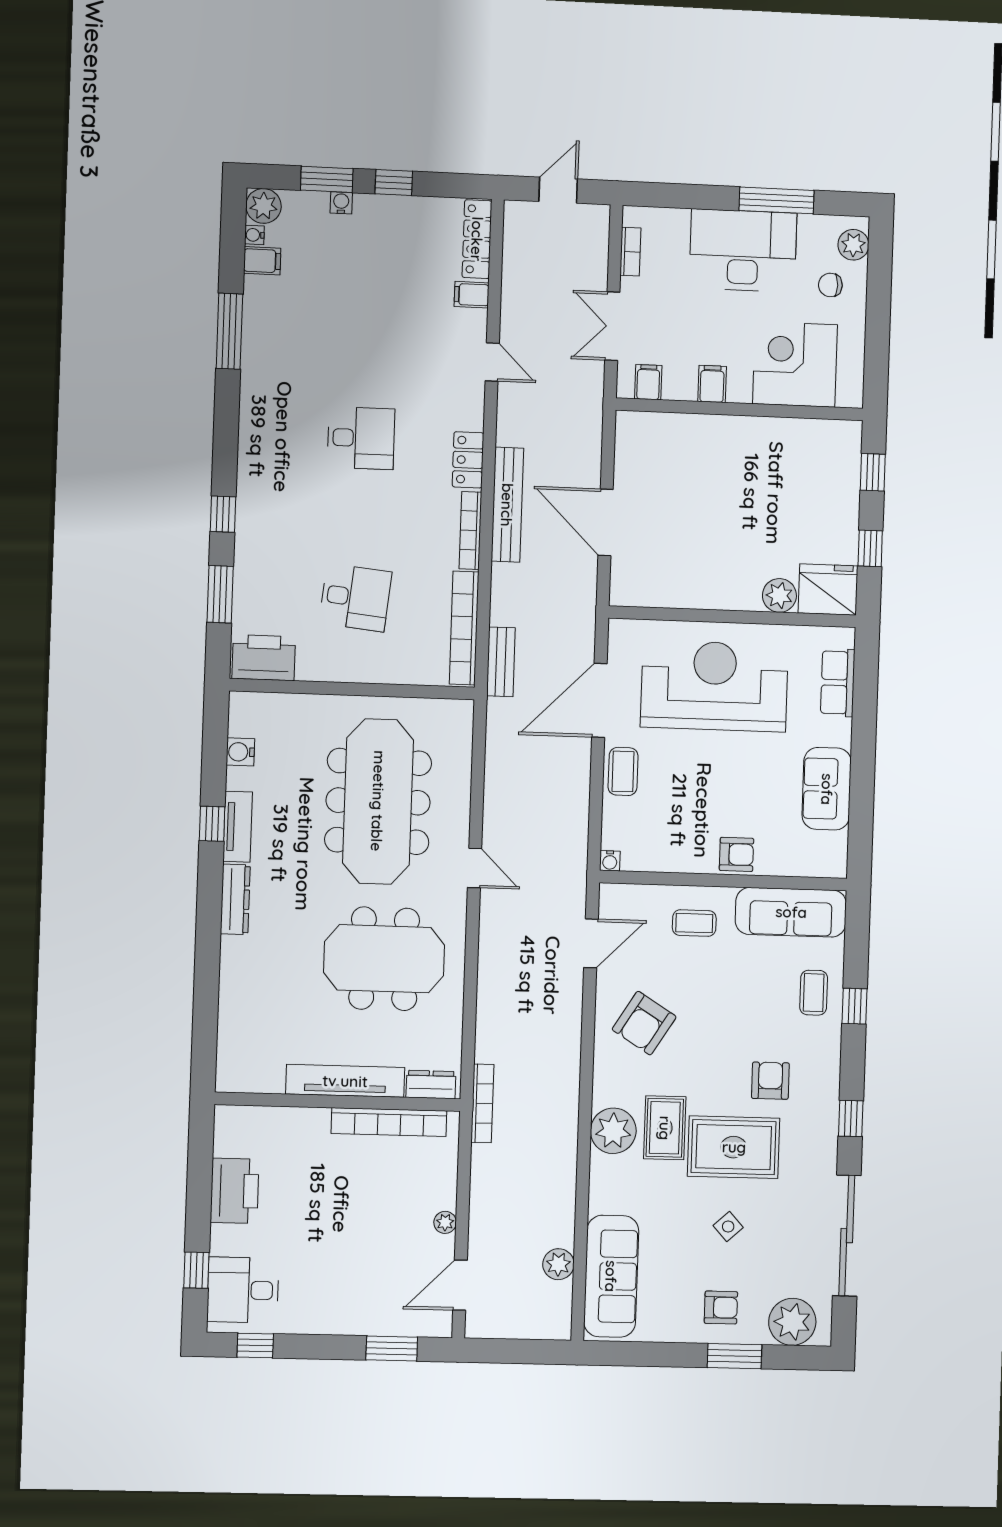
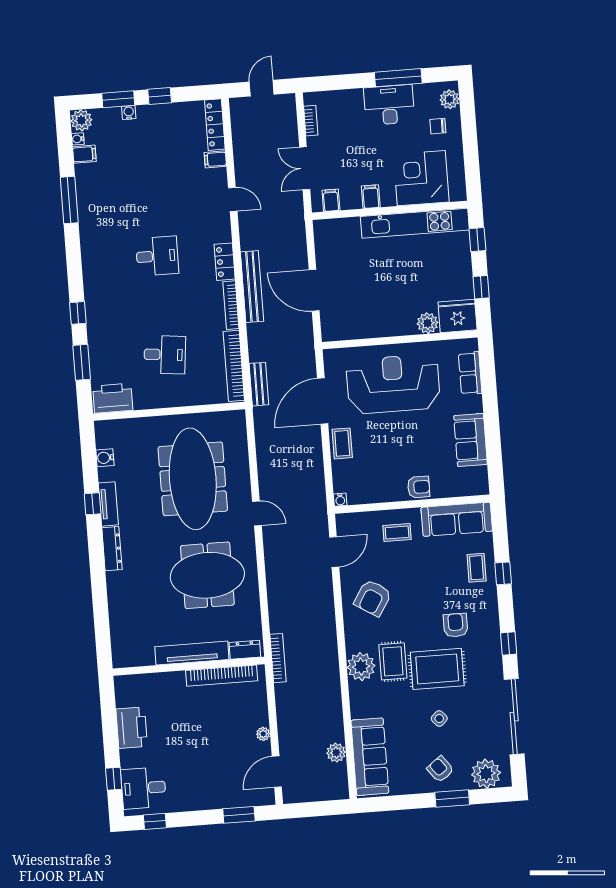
desk: (743, 250) -> (389, 105), width x0.73, depth x0.77
kitchen unit: (777, 435) -> (415, 223), added
armchair: (721, 1307) -> (440, 769), turned -127

